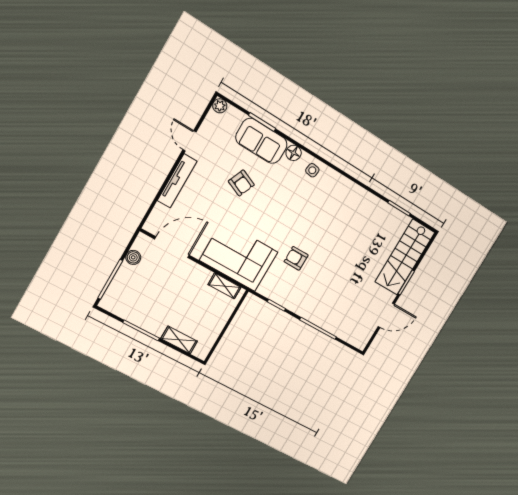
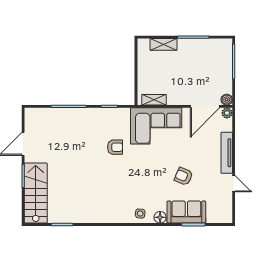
plant: (220, 106) -> (227, 113), moved
boiler: (133, 257) -> (227, 100), moved

